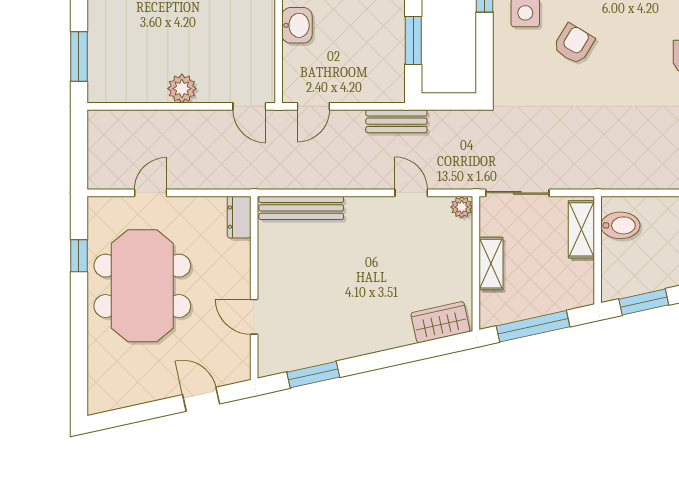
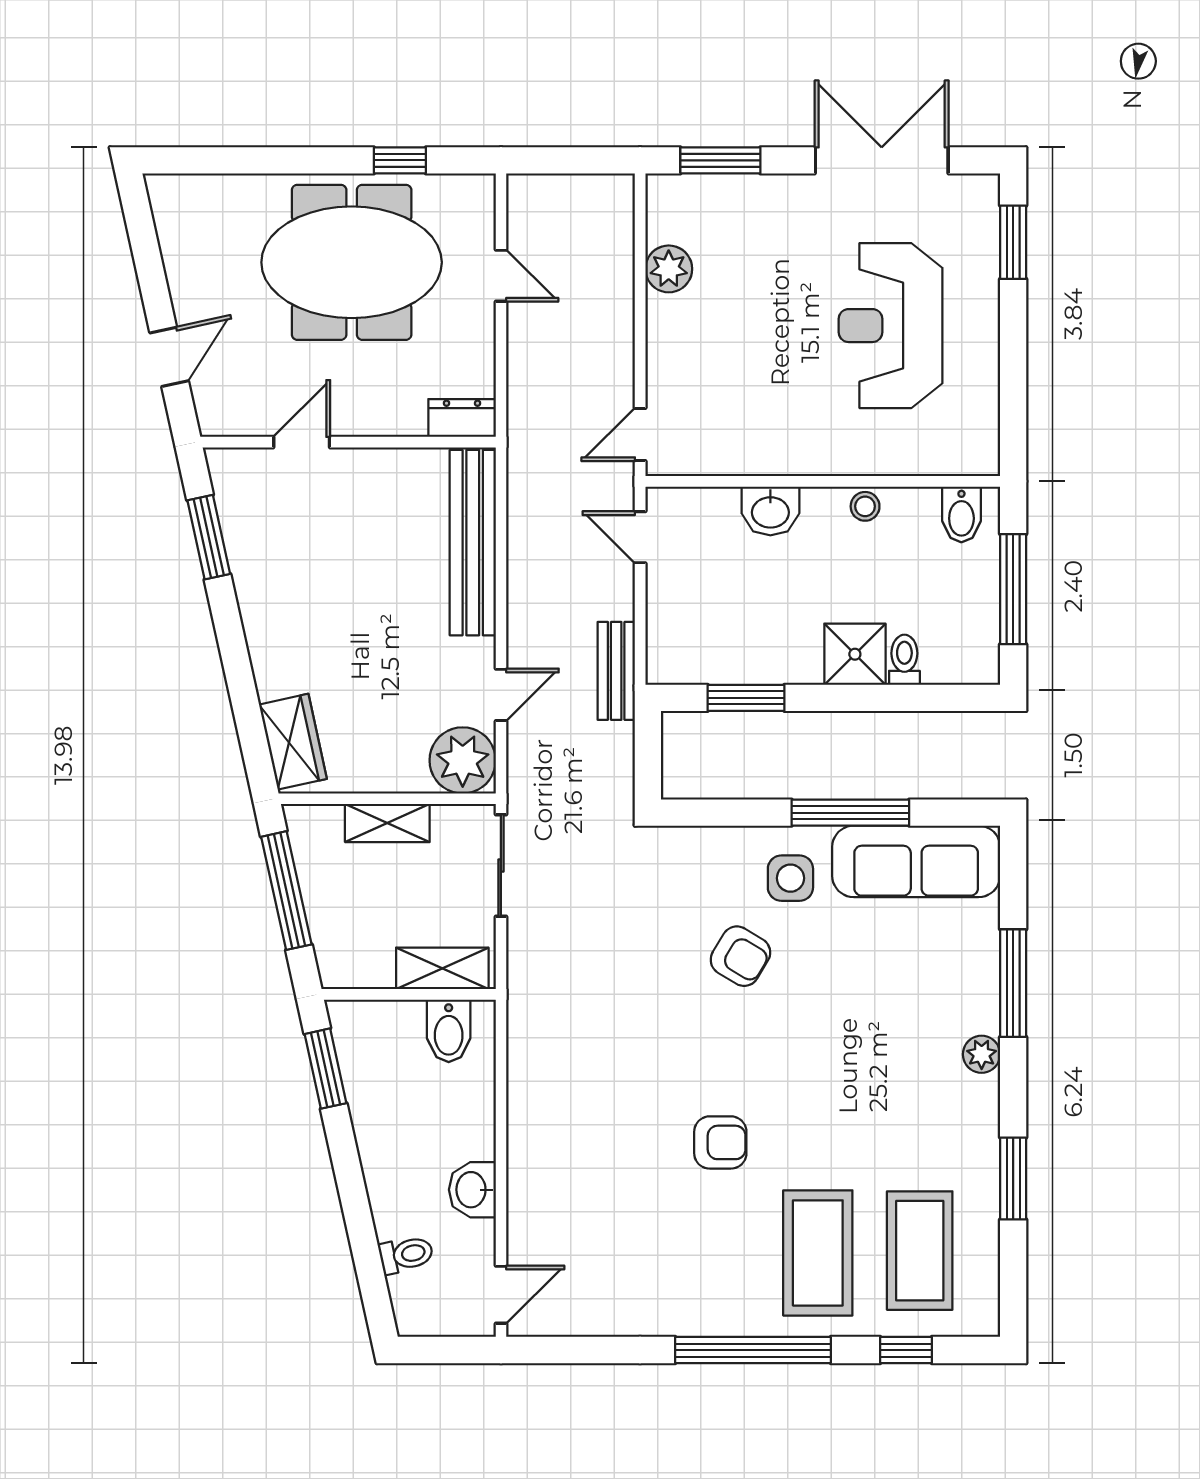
plant: (182, 89) -> (669, 269), moved
plant: (462, 207) -> (463, 760), width x1.88, depth x1.88
bench: (301, 208) -> (473, 543), width x1.37, depth x1.21

